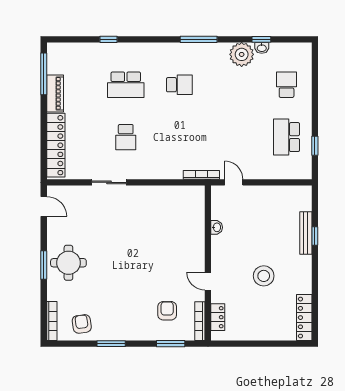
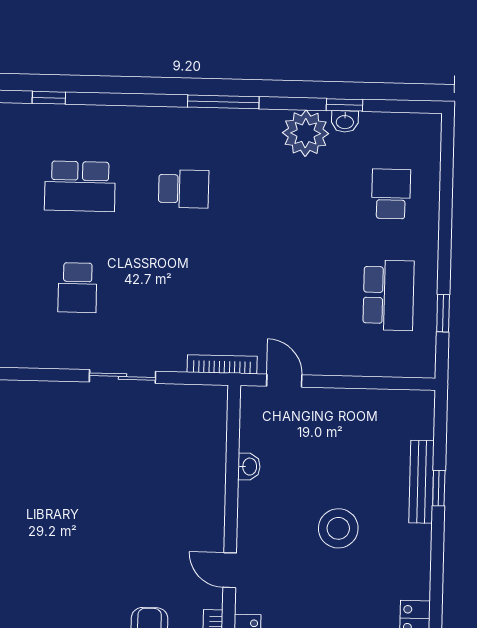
school desk: (287, 137) -> (389, 295), turned 180
sliding door: (109, 182) -> (122, 377), moved
stool: (264, 276) -> (338, 528), moved

